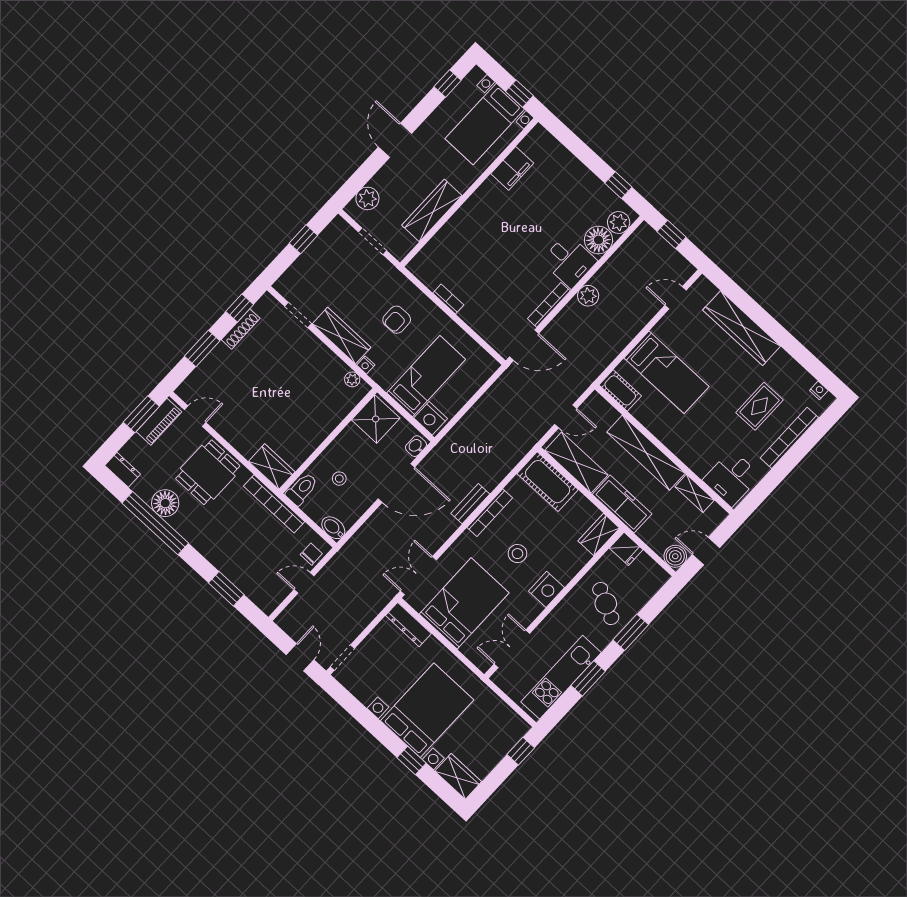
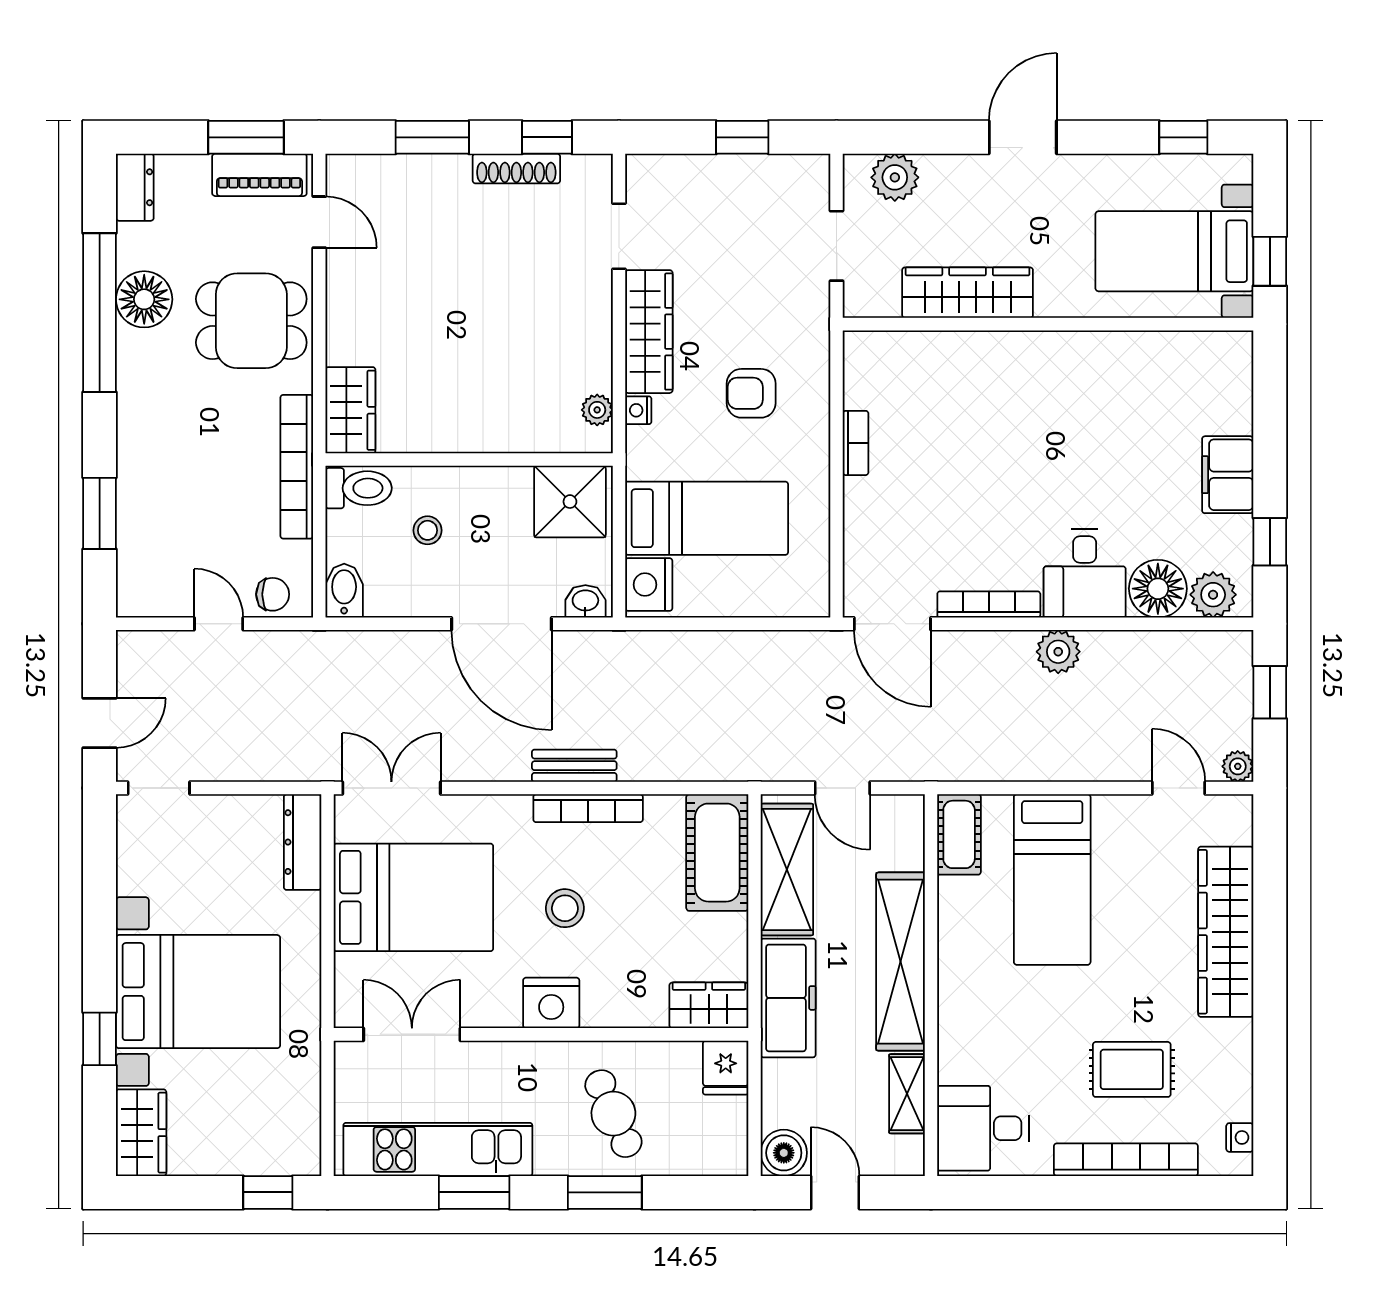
filing cabinet: (512, 168) -> (1228, 475), moved, turned 90
plant: (687, 270) -> (1238, 766), added
cafe table: (606, 604) -> (613, 1114), turned -50

